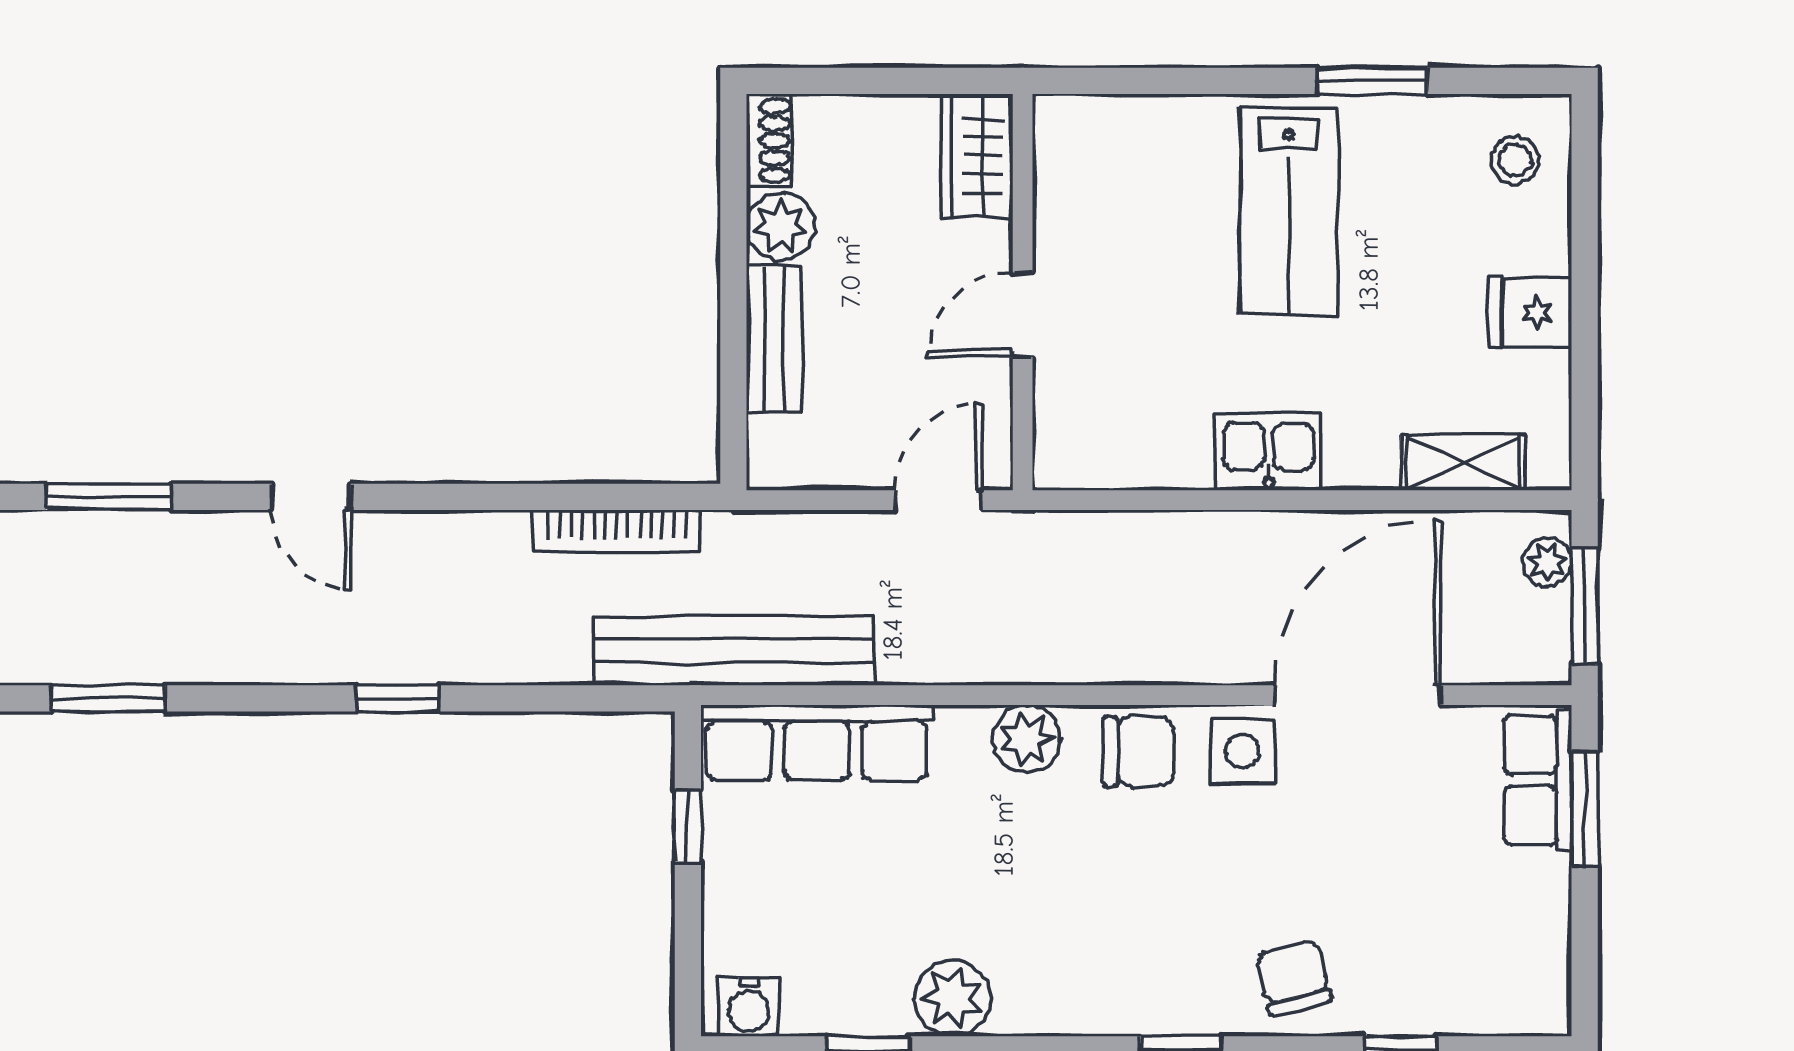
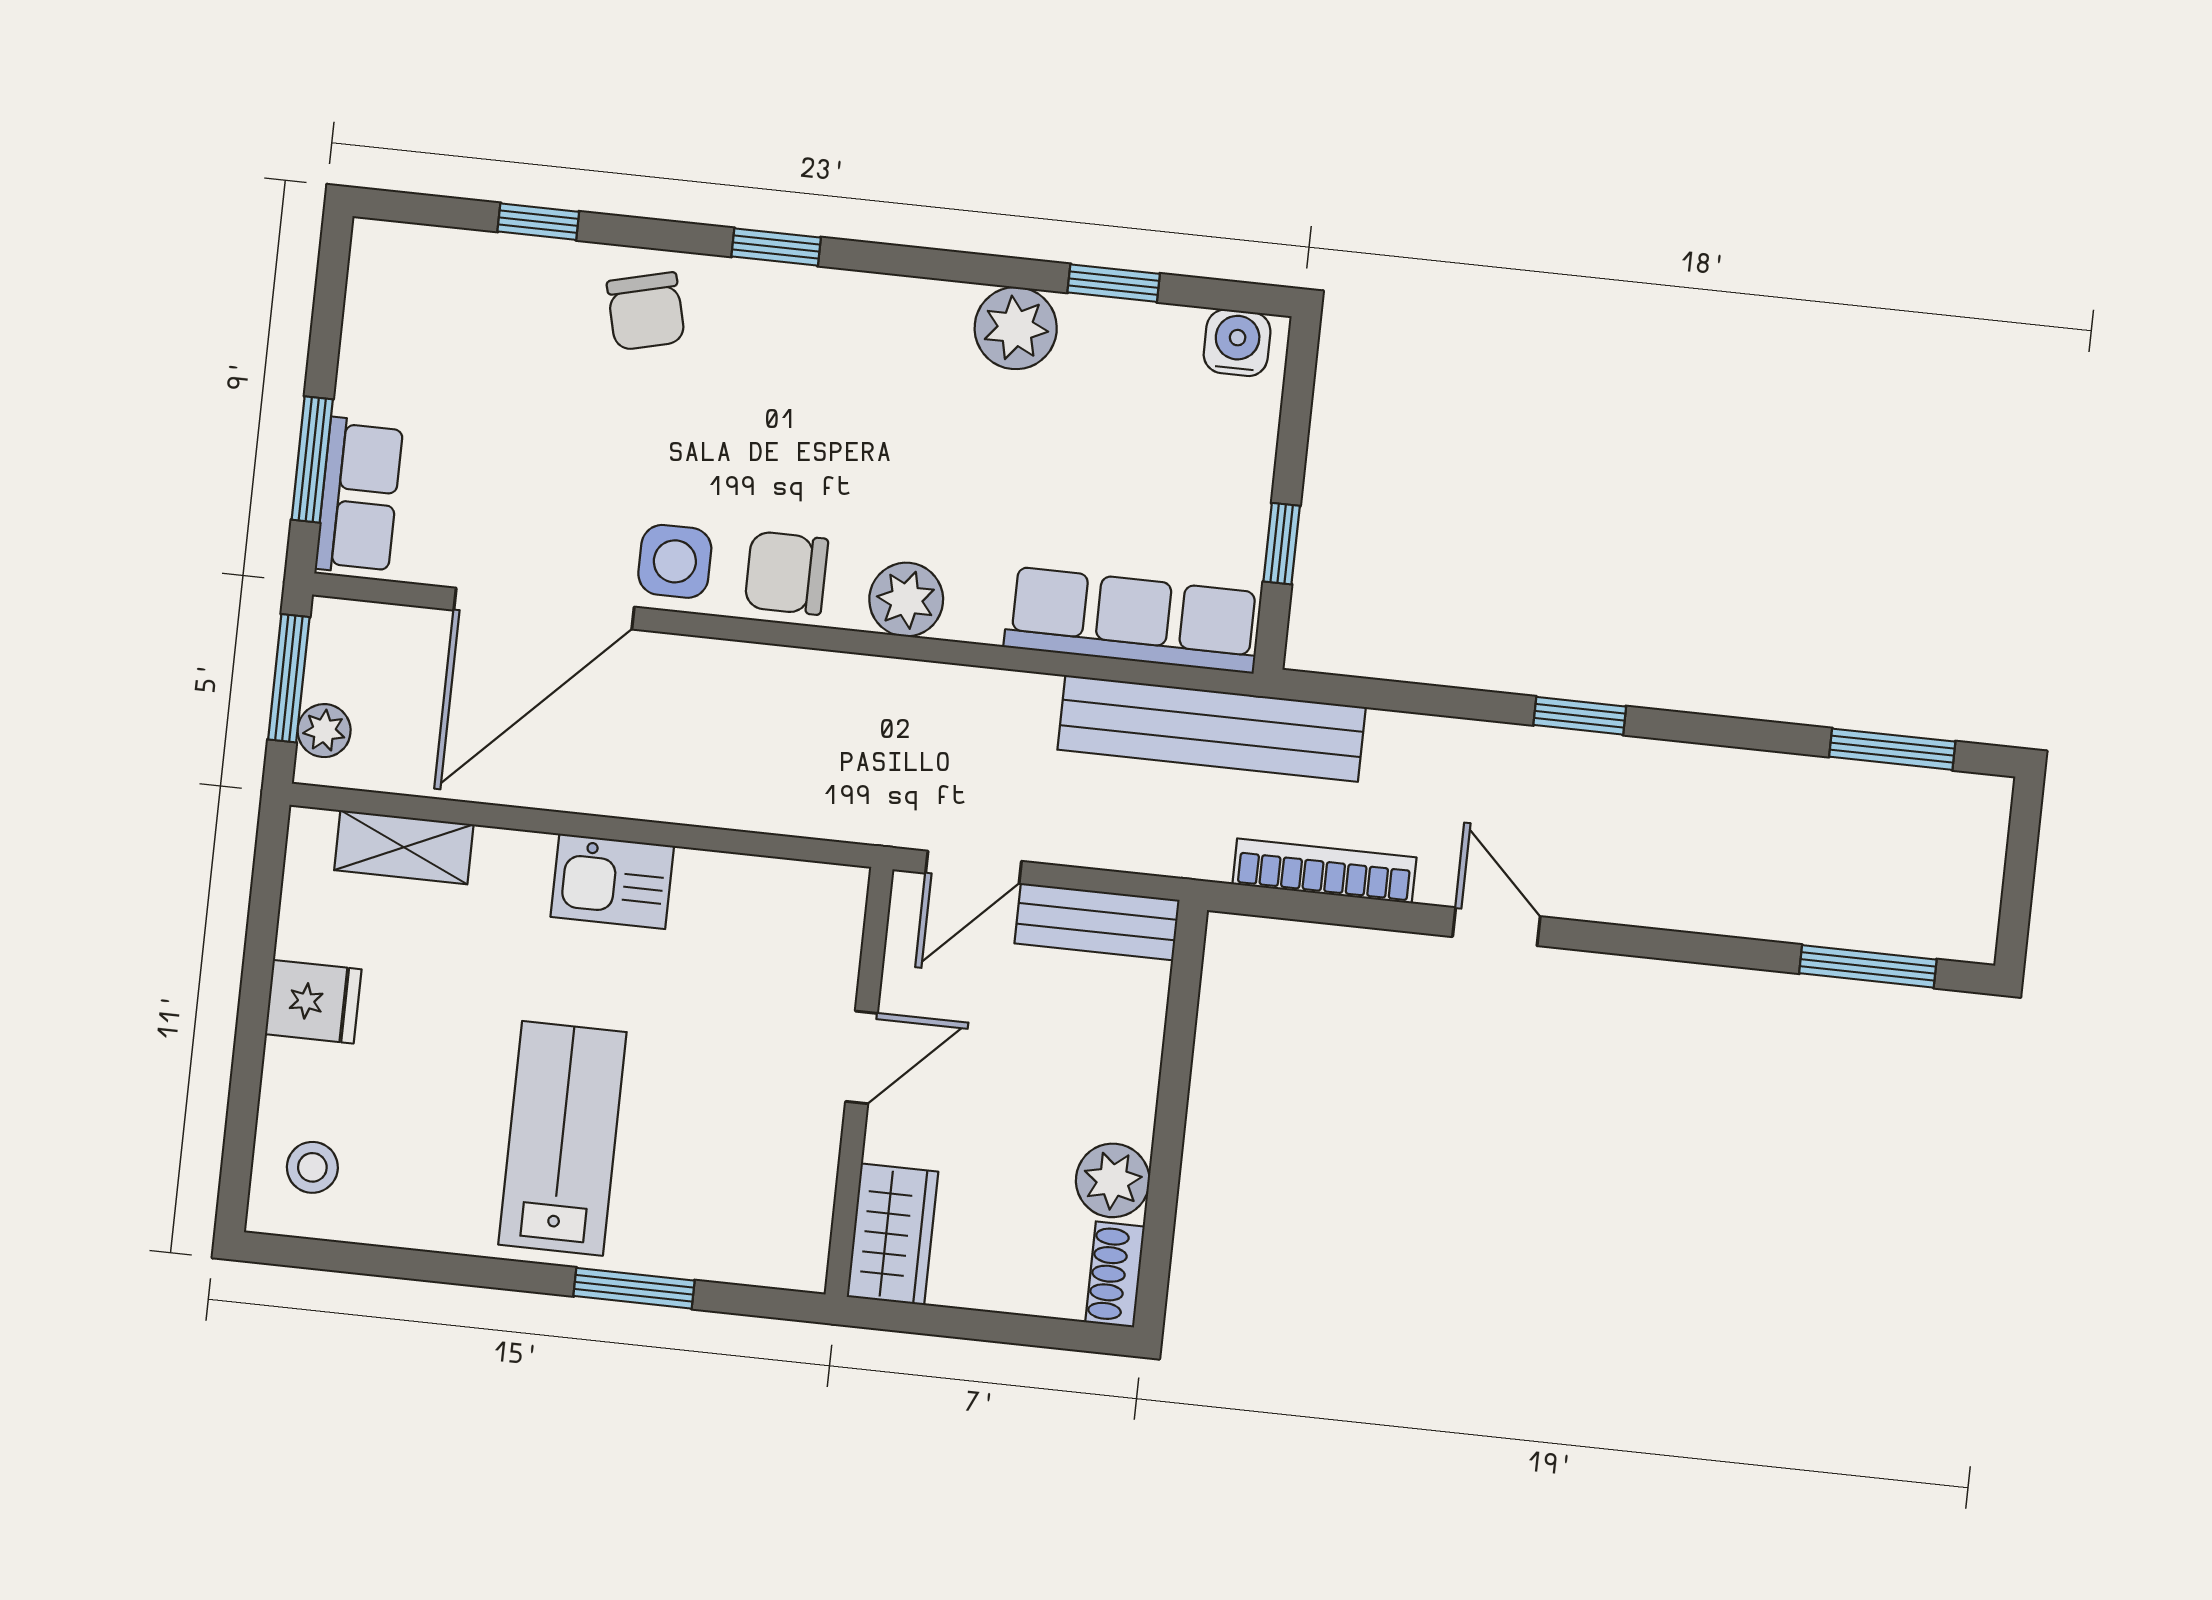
window: (1372, 81) -> (634, 1288), moved
bench: (774, 339) -> (1097, 922), moved, turned 90
door: (311, 497) -> (1496, 927), moved

